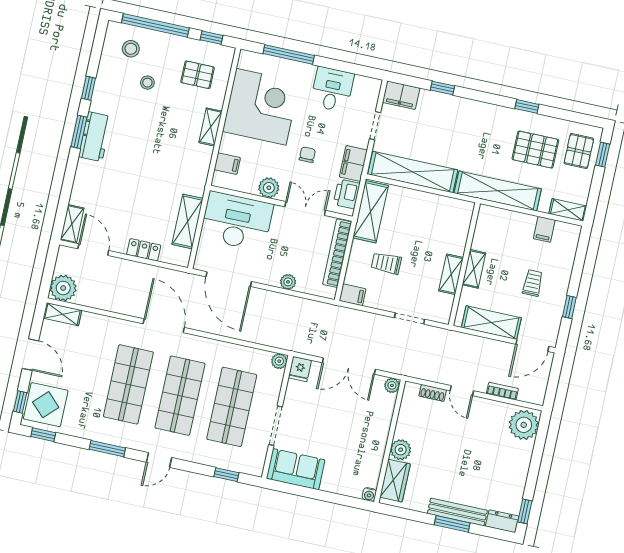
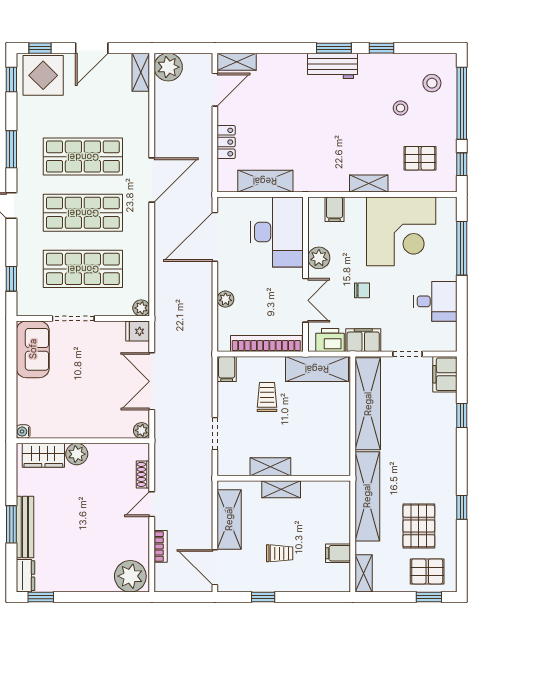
pallet: (198, 75) -> (420, 158), turned 90

